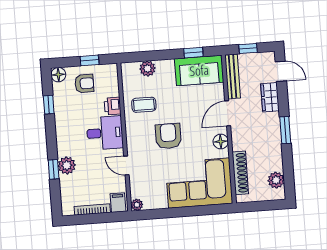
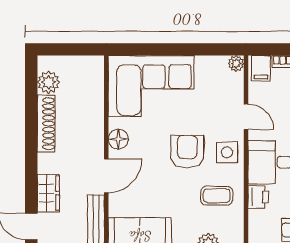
window: (285, 130) -> (31, 148), removed
armchair: (168, 136) -> (187, 152), turned 180
side table: (139, 138) -> (227, 152), added
shoe rack: (240, 173) -> (46, 124), moved, turned 180

